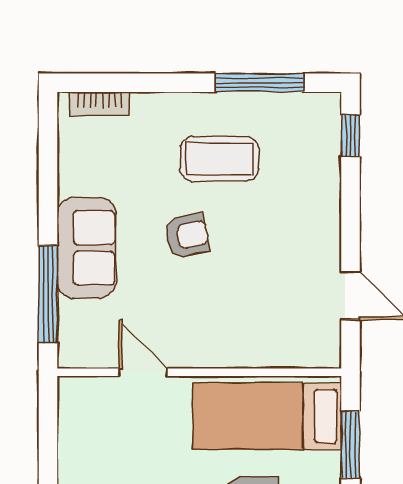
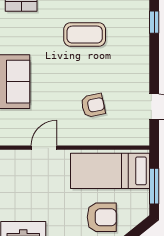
armchair: (187, 236) -> (93, 105), moved
door: (143, 372) -> (44, 148), hinge flipped

